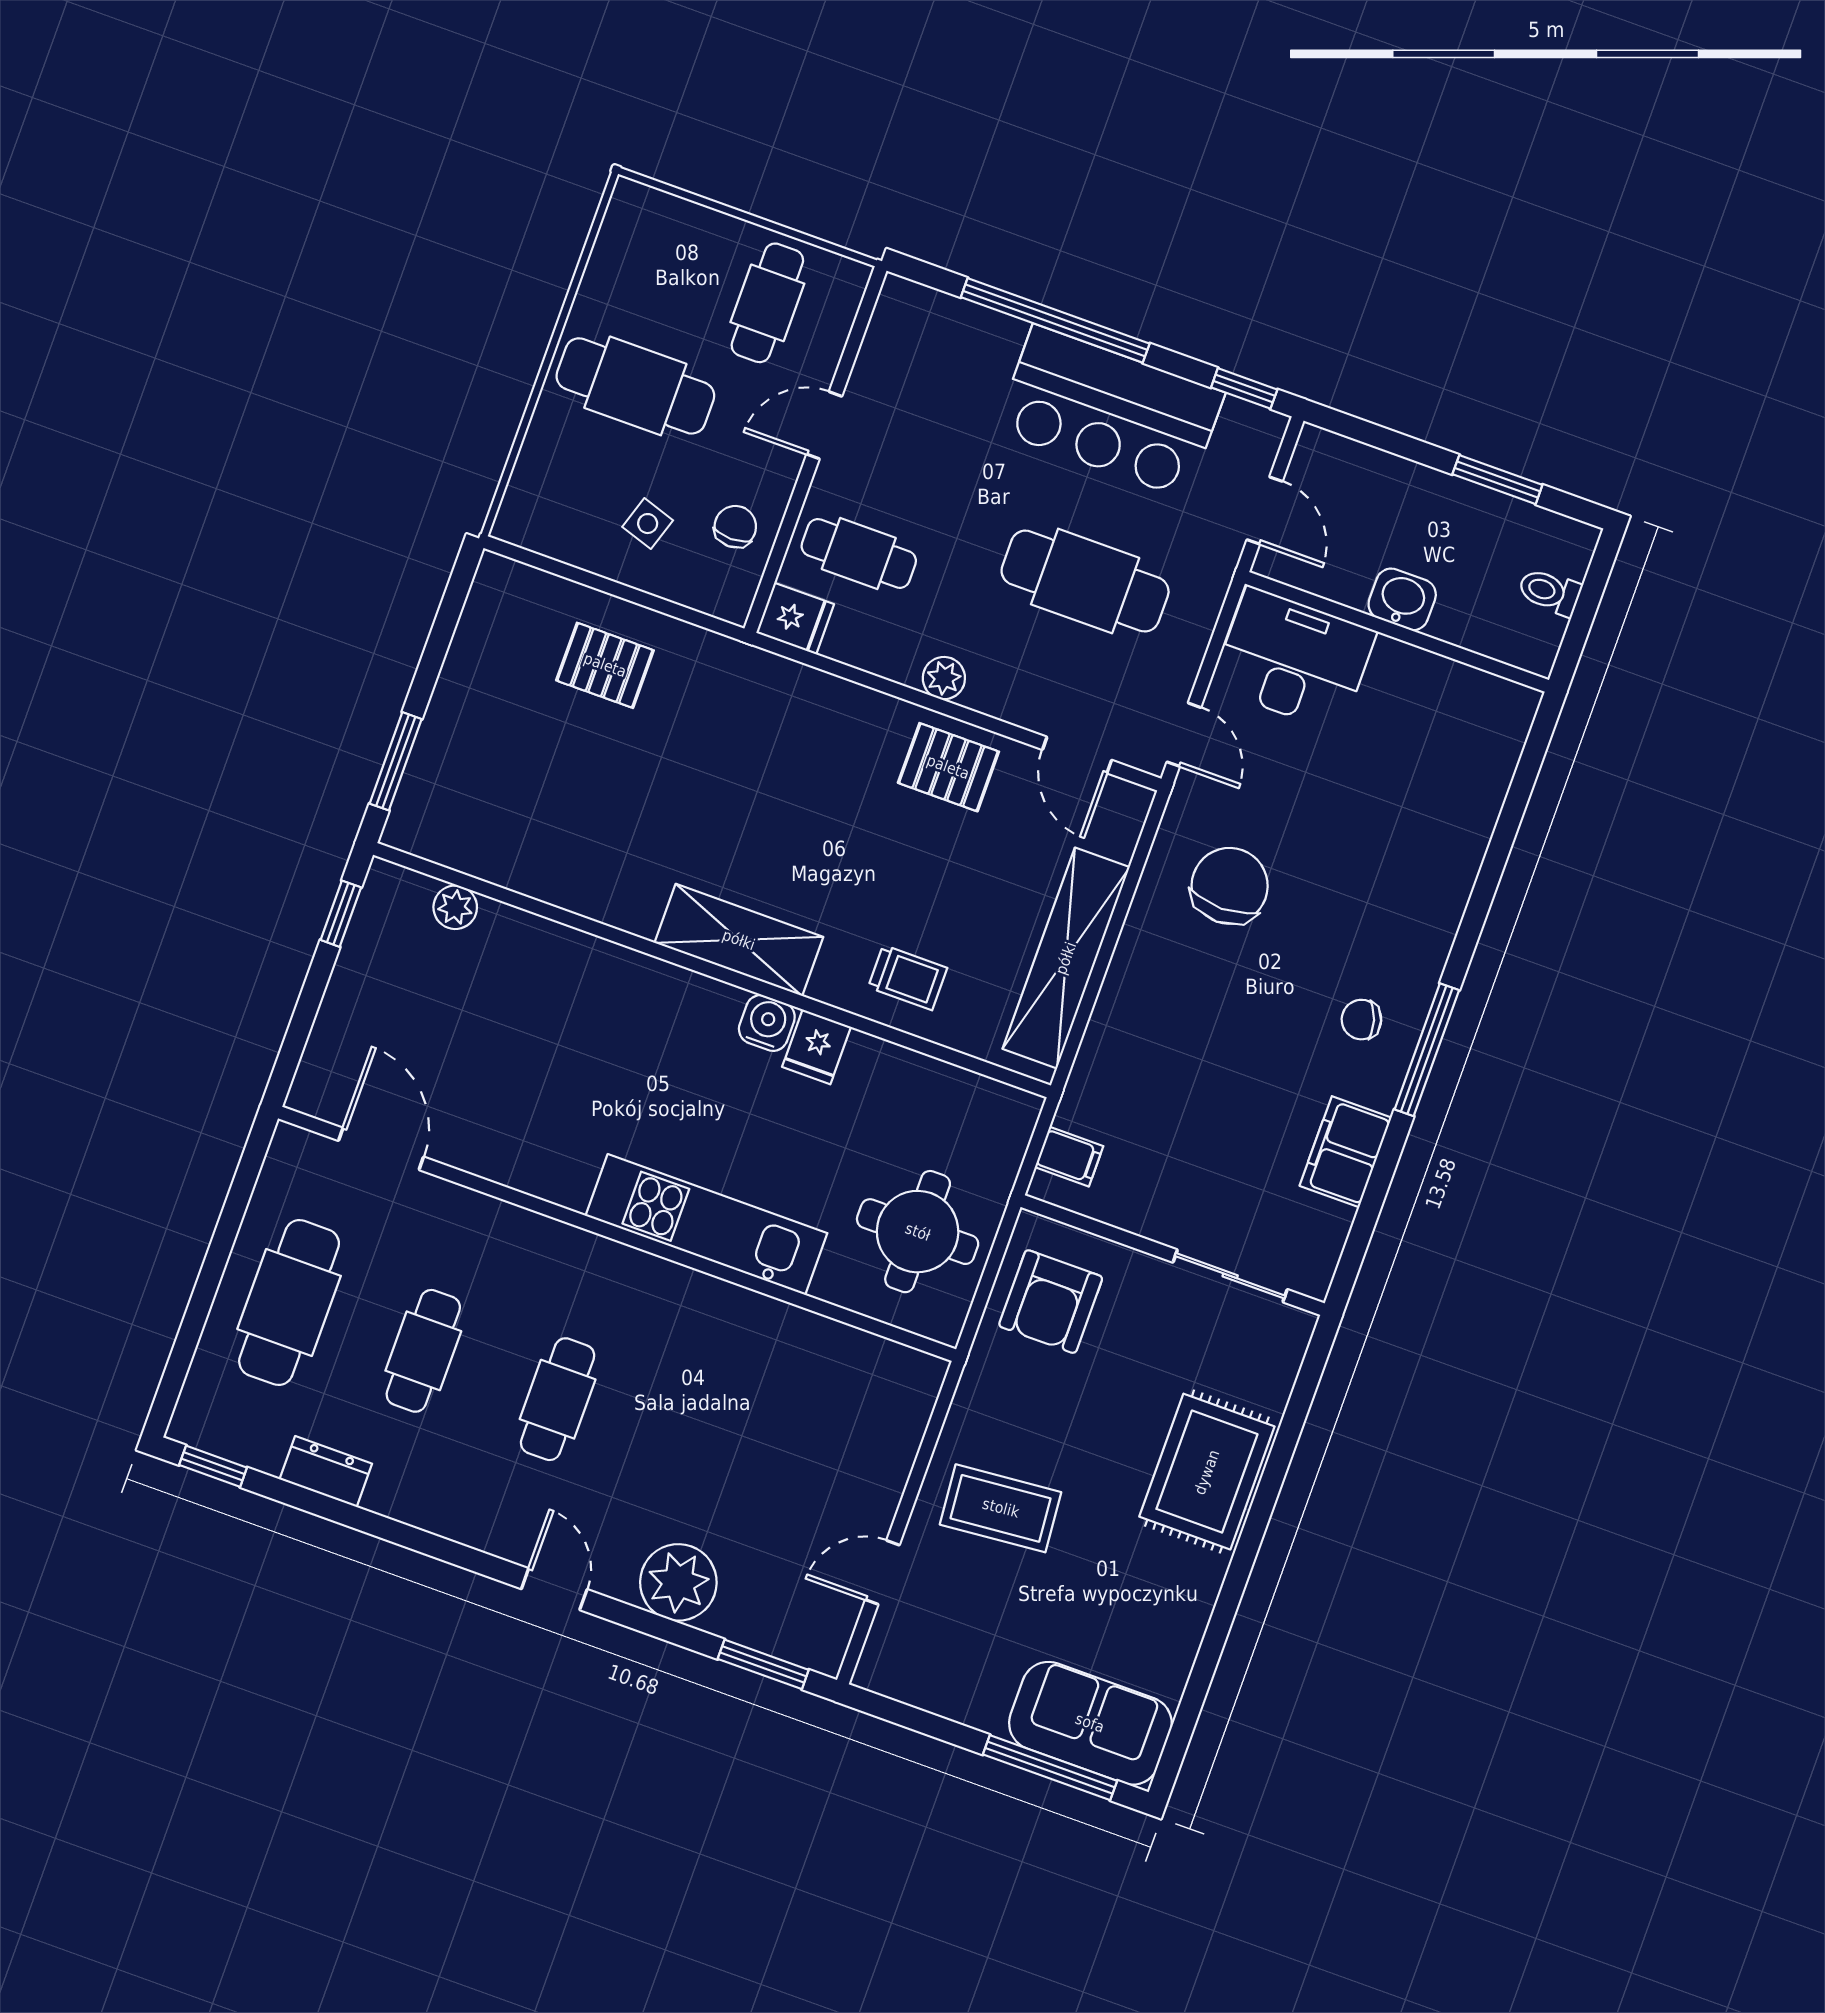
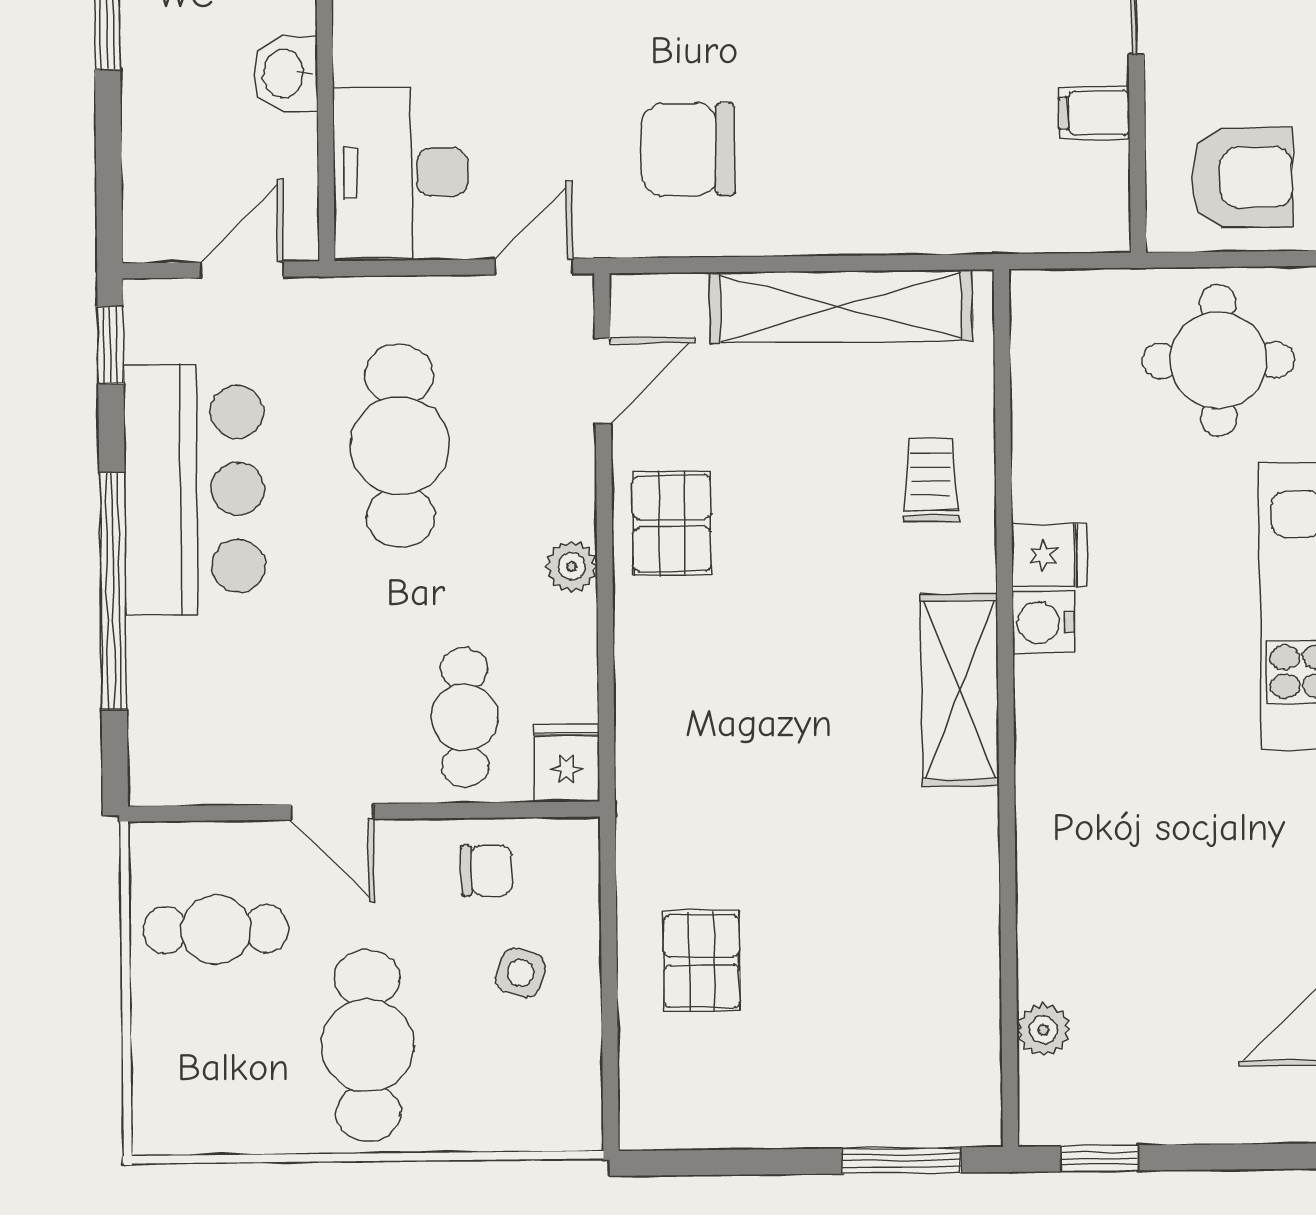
chair: (735, 527) -> (487, 871), turned 180
filing cabinet: (1069, 1157) -> (1094, 113), moved, turned -90

